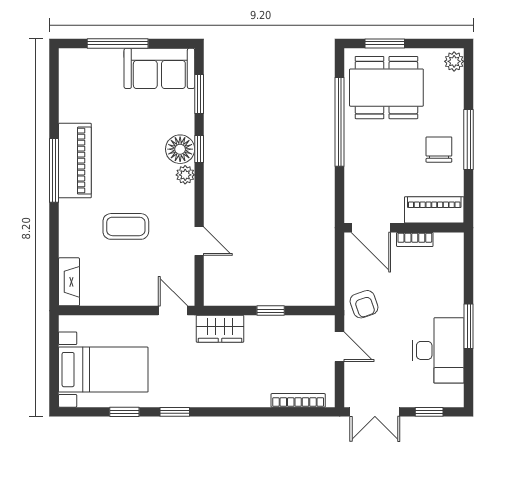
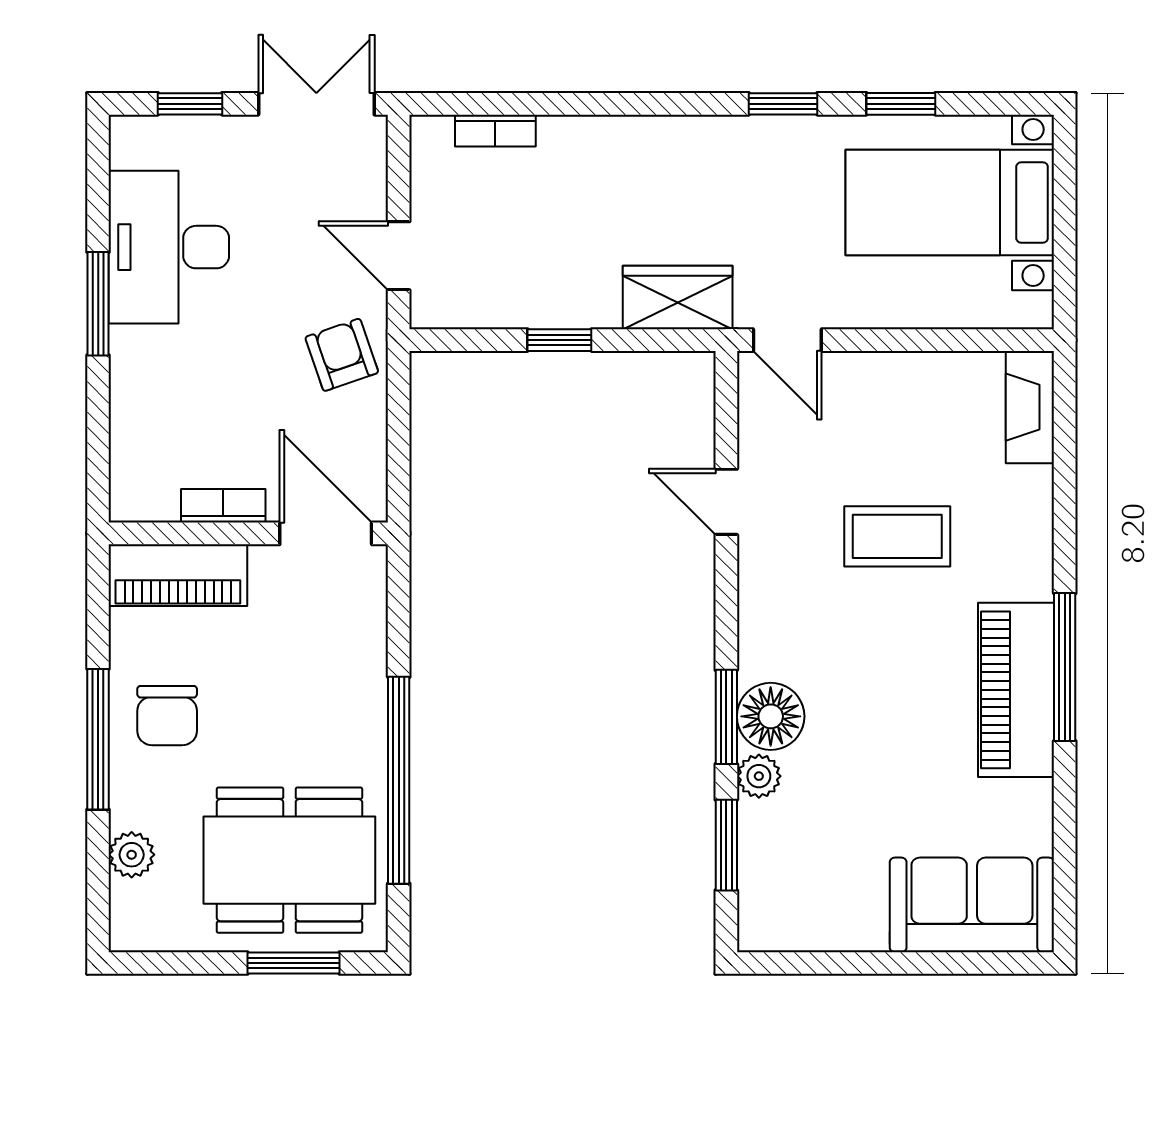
window: (118, 43) -> (916, 963), removed
plant: (454, 61) -> (132, 855), moved
sofa: (159, 68) -> (972, 905), moved
window: (199, 149) -> (726, 717), width x1.50
plant: (185, 175) -> (759, 776), moved
bookcase: (298, 400) -> (495, 131), width x0.64

